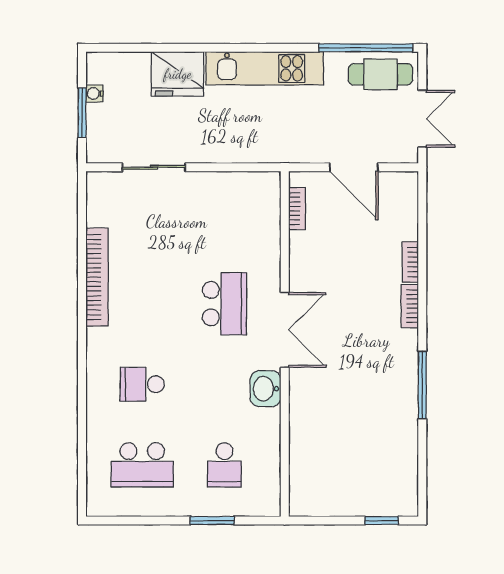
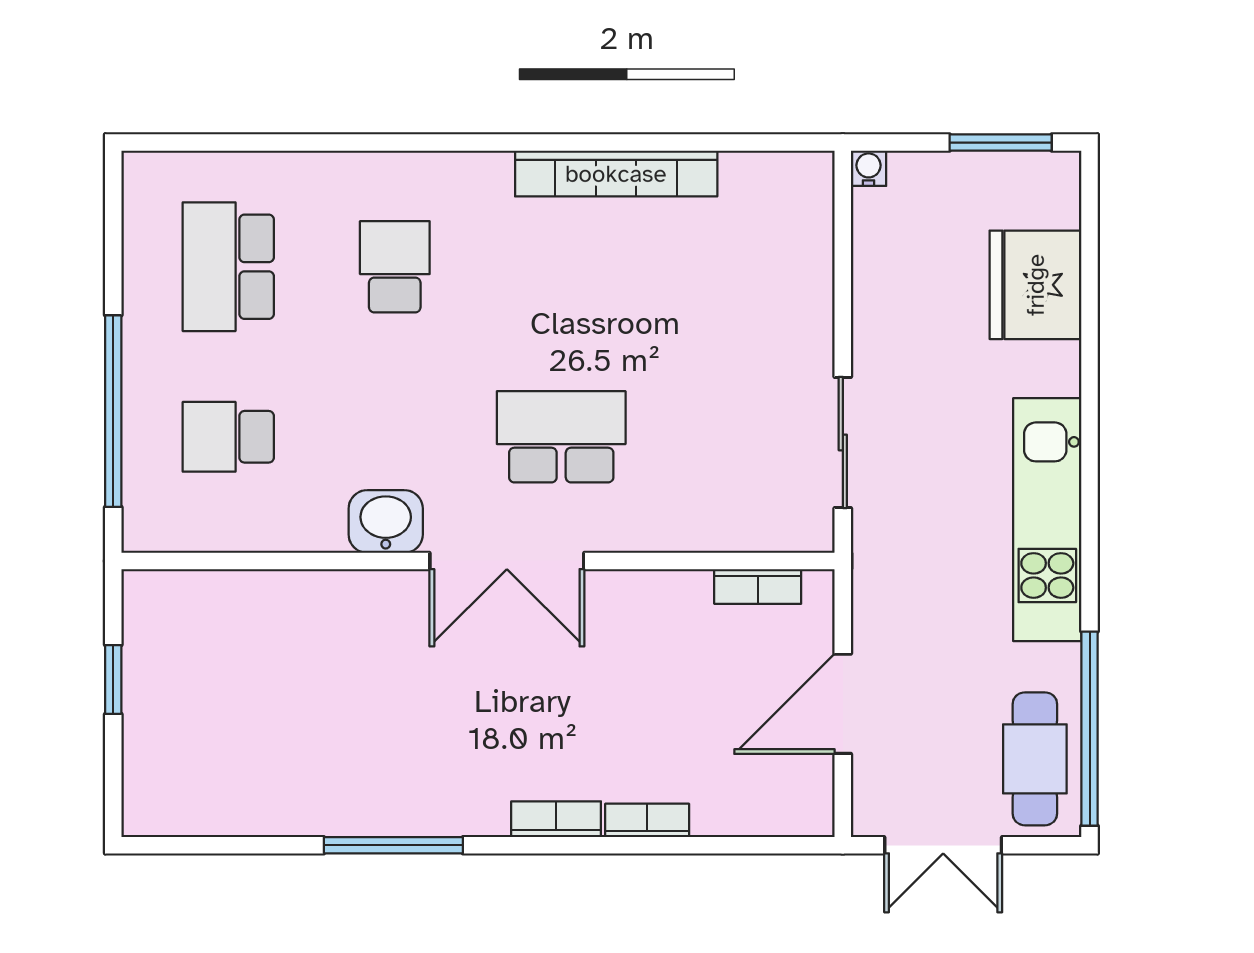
fridge: (178, 74) -> (1036, 285), moved
water cooler: (95, 94) -> (869, 168), moved
window: (82, 113) -> (1001, 143), moved
sliding door: (154, 167) -> (843, 442), moved
school desk: (225, 304) -> (561, 437), turned 180
window: (212, 521) -> (113, 411), width x2.11
window: (382, 521) -> (113, 679), moved

